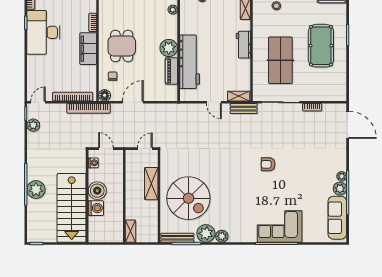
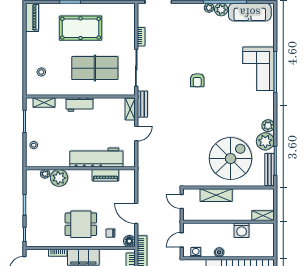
plant: (169, 48) -> (59, 178), moved
boiler: (97, 191) -> (219, 252), width x0.54, depth x0.54
washing machine: (96, 208) -> (242, 230), moved, turned 180

